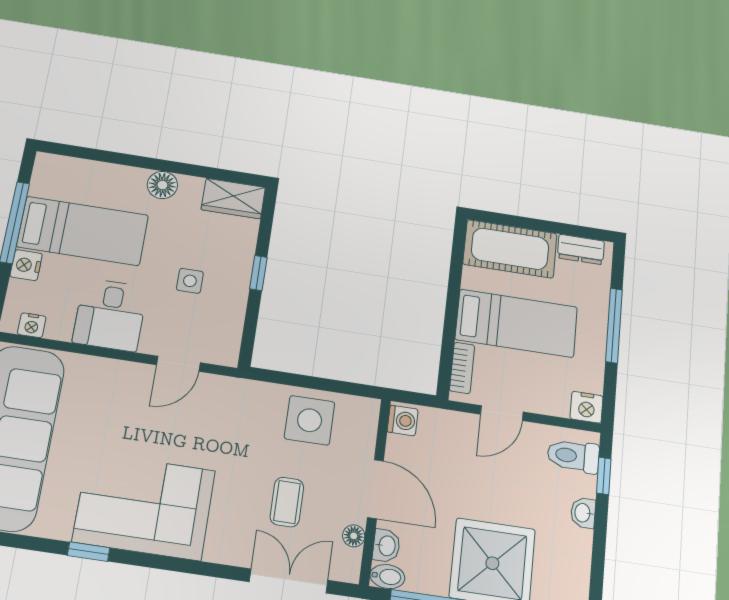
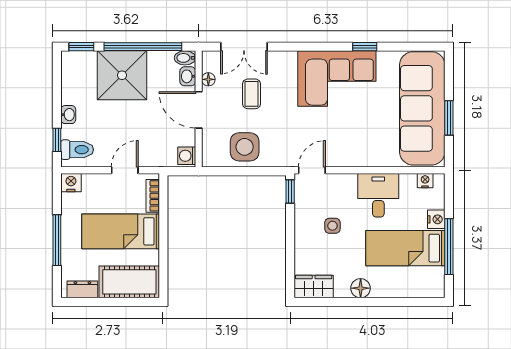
window: (258, 273) -> (290, 192), moved
door: (178, 364) -> (312, 170), moved

